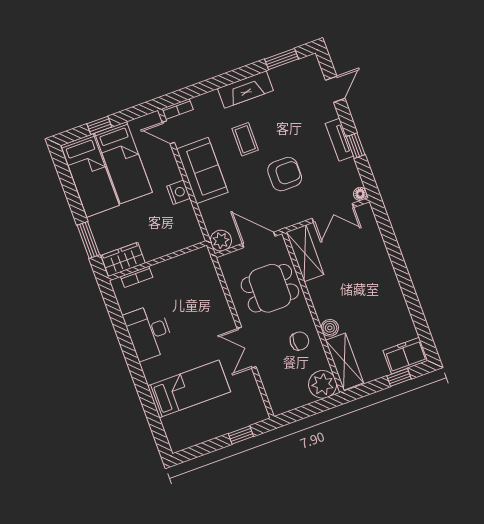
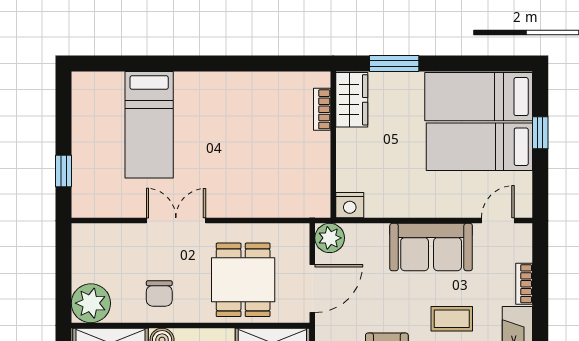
bookcase: (177, 109) -> (524, 284), moved
nightstand: (178, 192) -> (350, 205), moved
desk: (149, 332) -> (243, 99), removed

